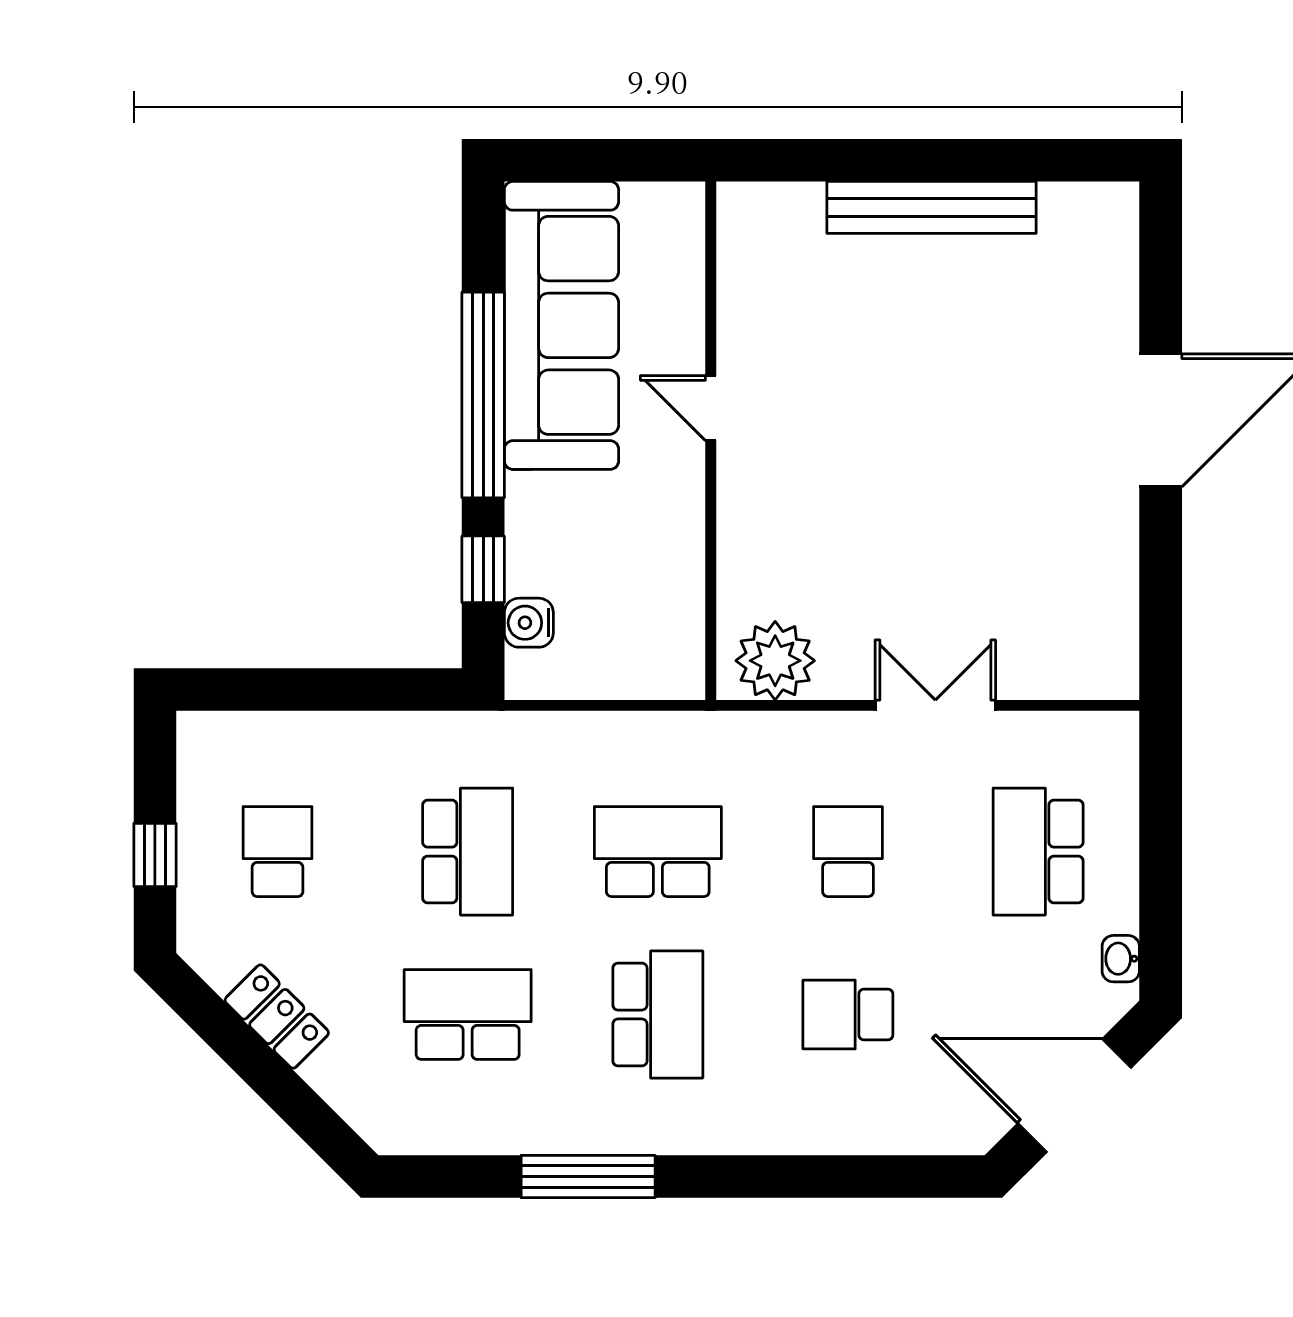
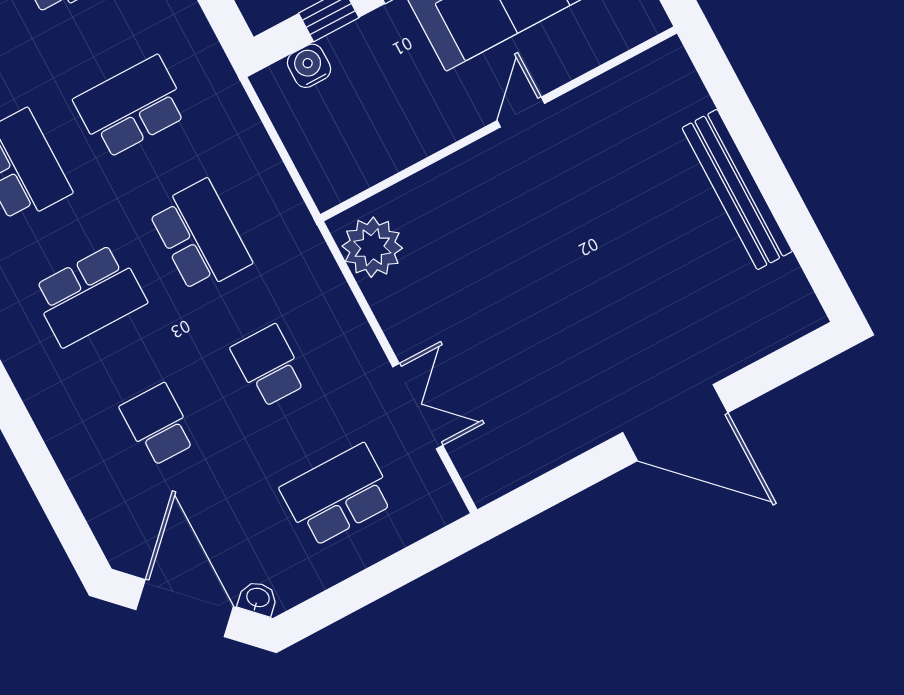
double door: (935, 705) -> (418, 406), moved
school desk: (468, 852) -> (131, 107), turned 180
school desk: (848, 852) -> (269, 366), turned -90
washbasin: (1121, 959) -> (258, 598), moved, turned 45

